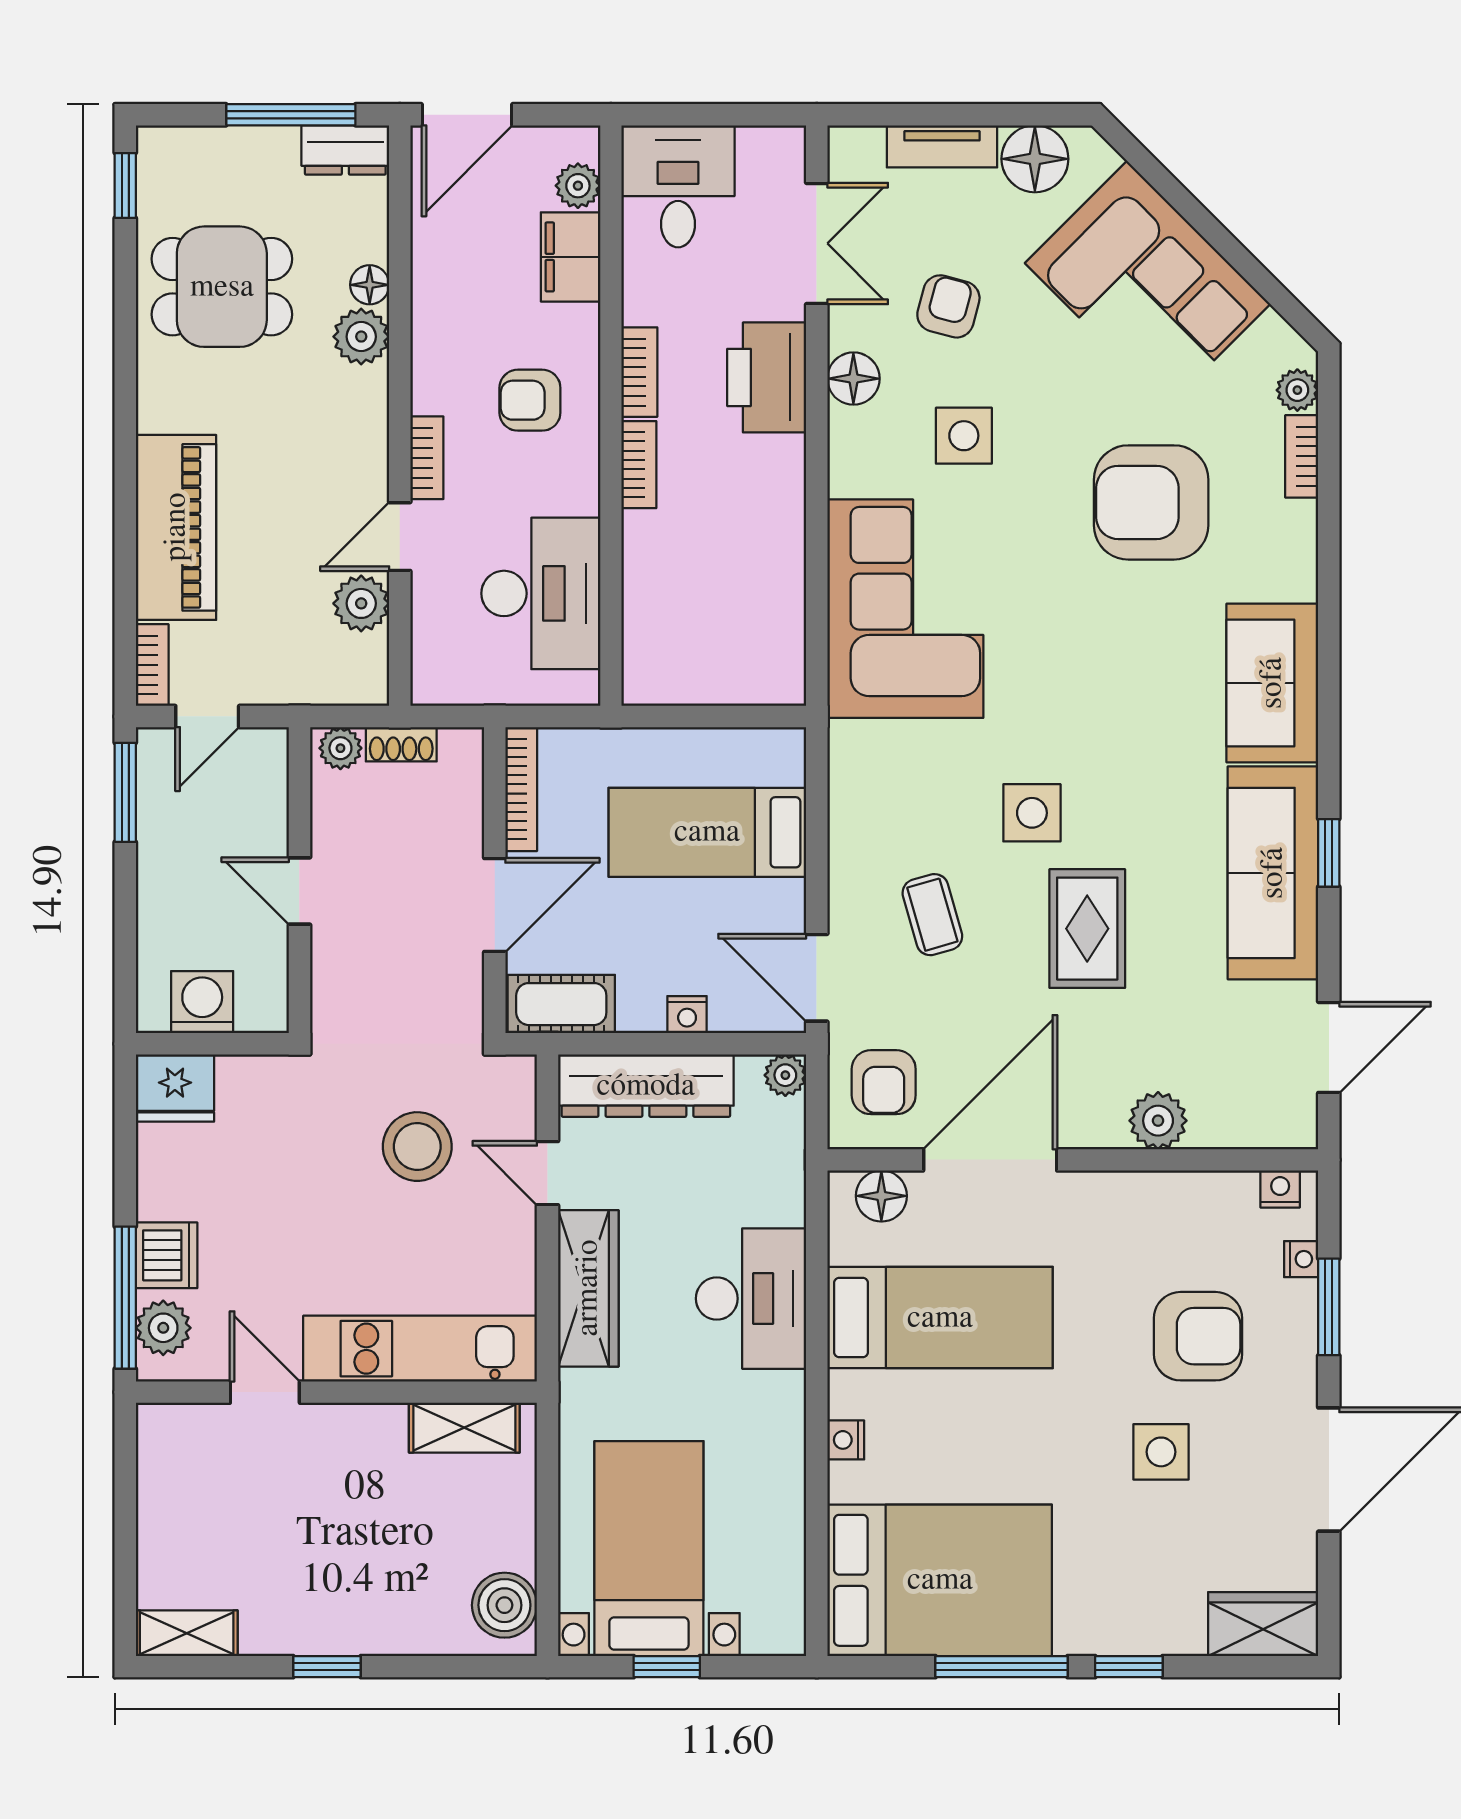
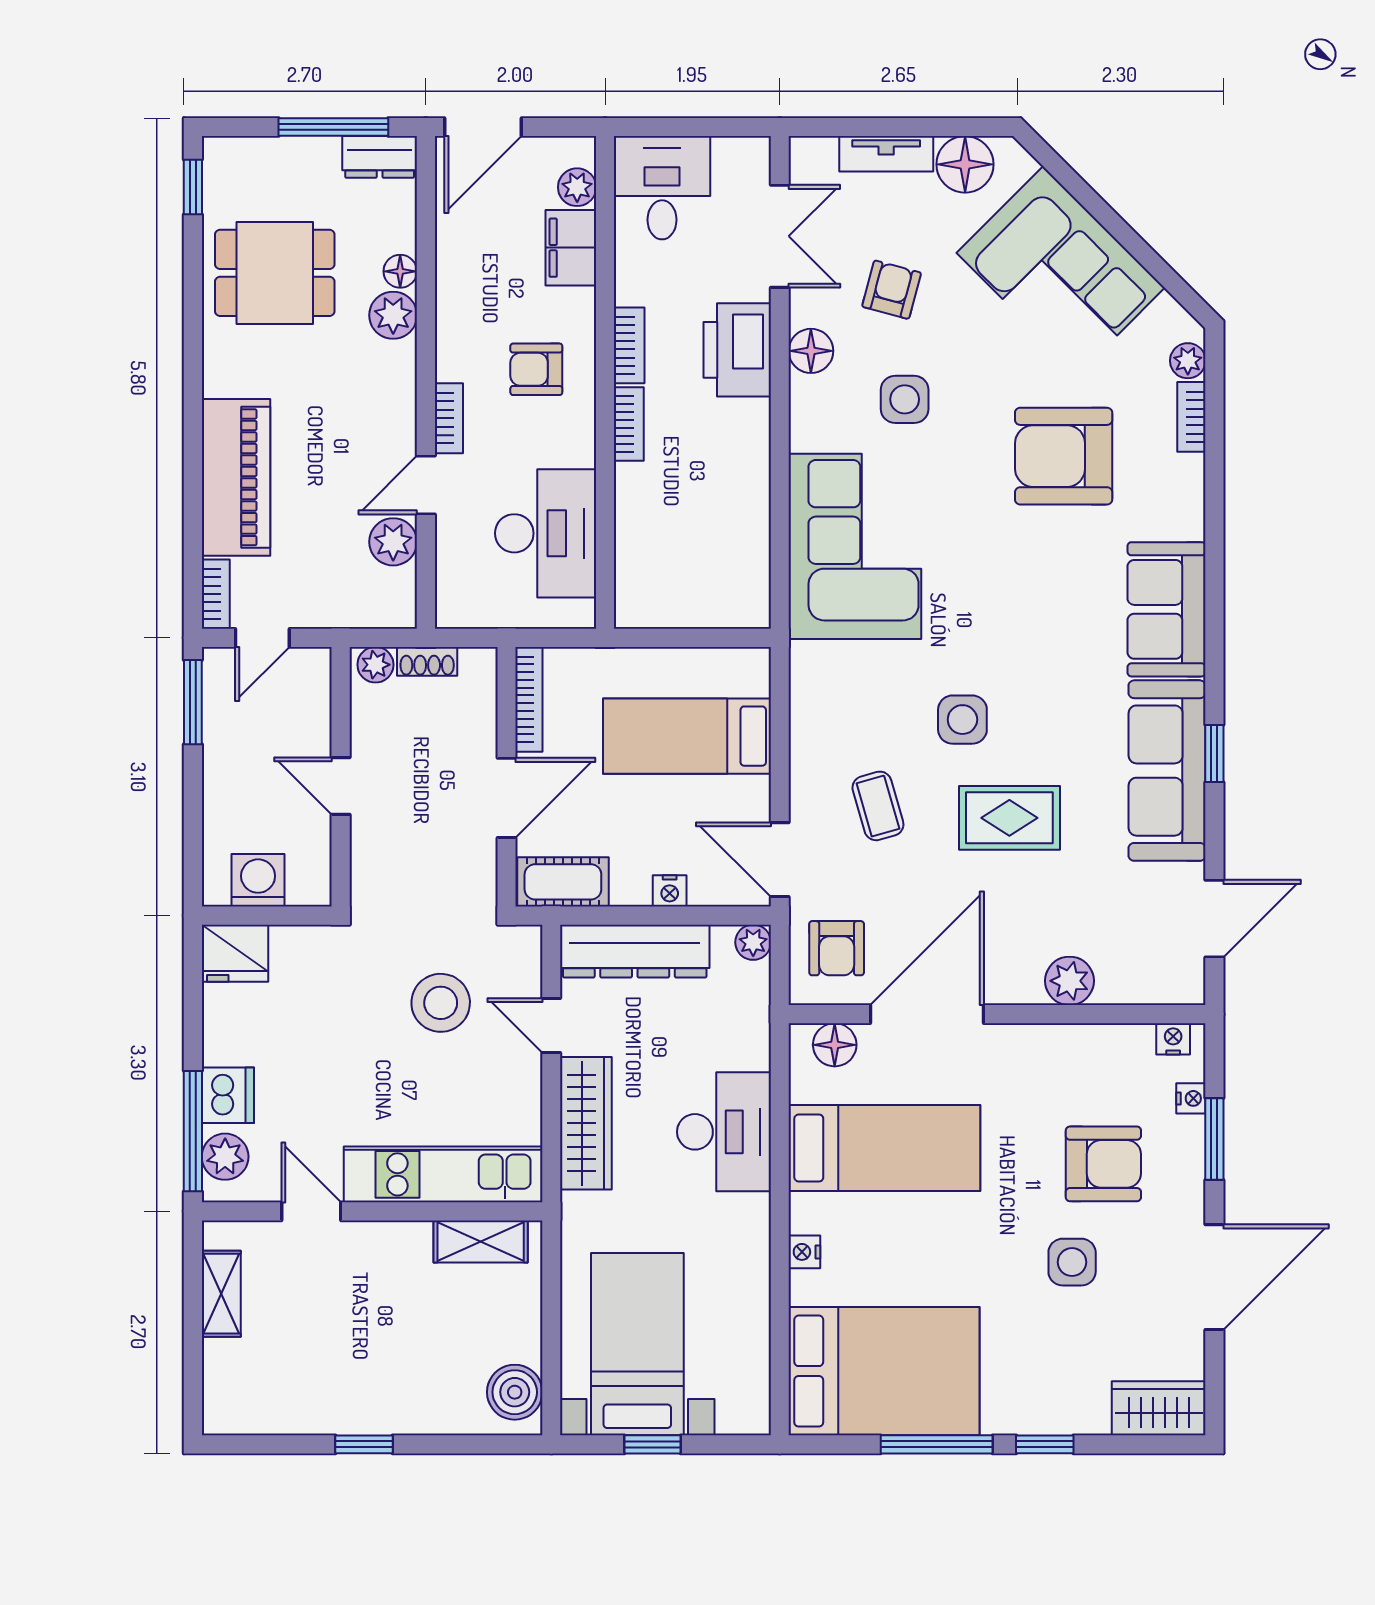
rug: (1087, 929) -> (1009, 818), turned 90
shelving: (187, 1633) -> (221, 1294), moved, turned 90

